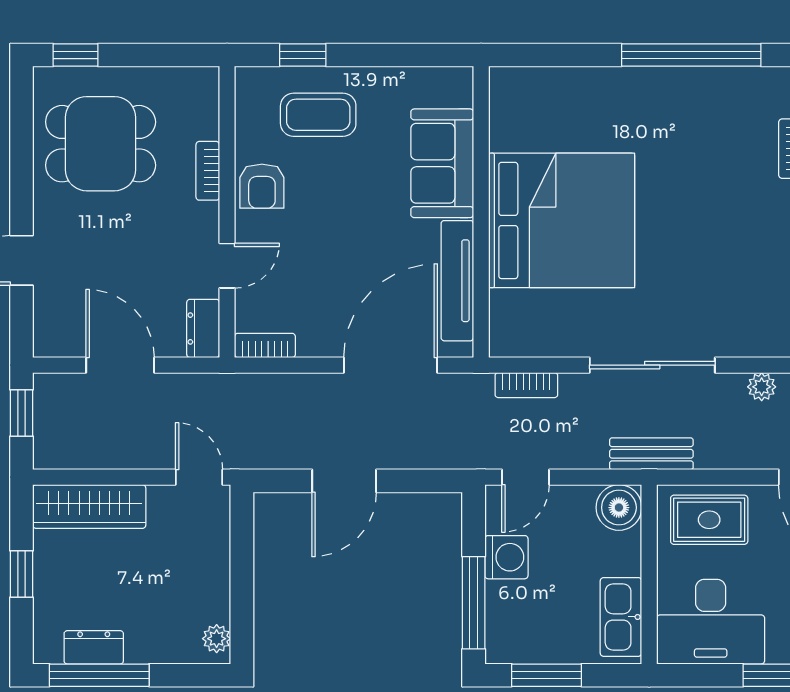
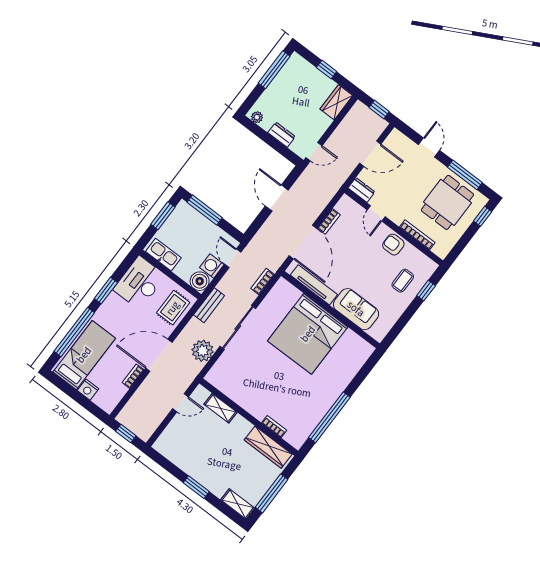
coffee table: (318, 115) -> (403, 281), width x0.73, depth x0.77
window: (22, 150) -> (465, 175), added
bookcase: (208, 171) -> (417, 235), width x1.56
bookcase: (265, 345) -> (329, 221), moved
plant: (762, 387) -> (203, 351), width x1.87, depth x1.87
wardrobe: (89, 507) -> (336, 102), width x0.67
washing machine: (506, 557) -> (212, 266), moved, turned 90
dresser: (94, 647) -> (282, 135), moved, turned -90

